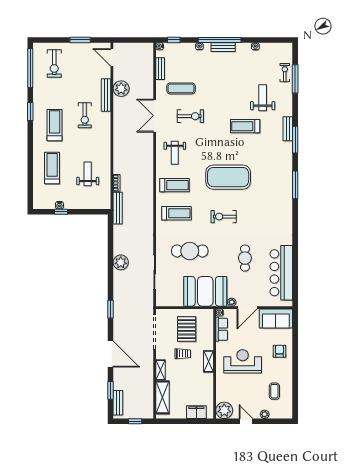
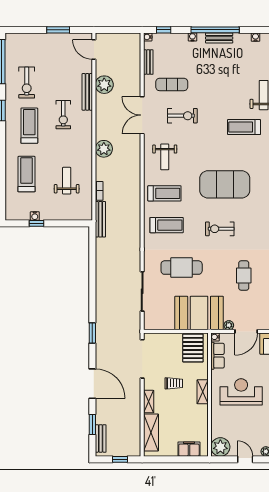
exercise bike: (54, 63) -> (27, 83), moved
plant: (121, 262) -> (104, 149), moved
pallet: (187, 329) -> (193, 348), moved

